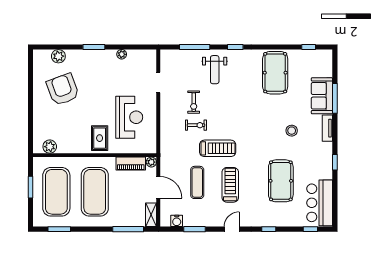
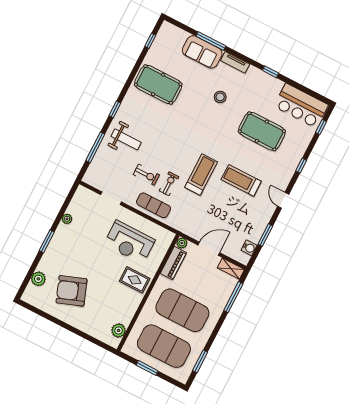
reception desk: (129, 117) -> (129, 242), turned 180
exercise mat: (197, 182) -> (154, 205), moved

